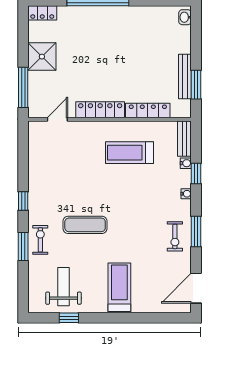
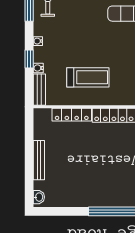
bench: (185, 77) -> (39, 160), moved
window: (196, 85) -> (29, 138), removed

